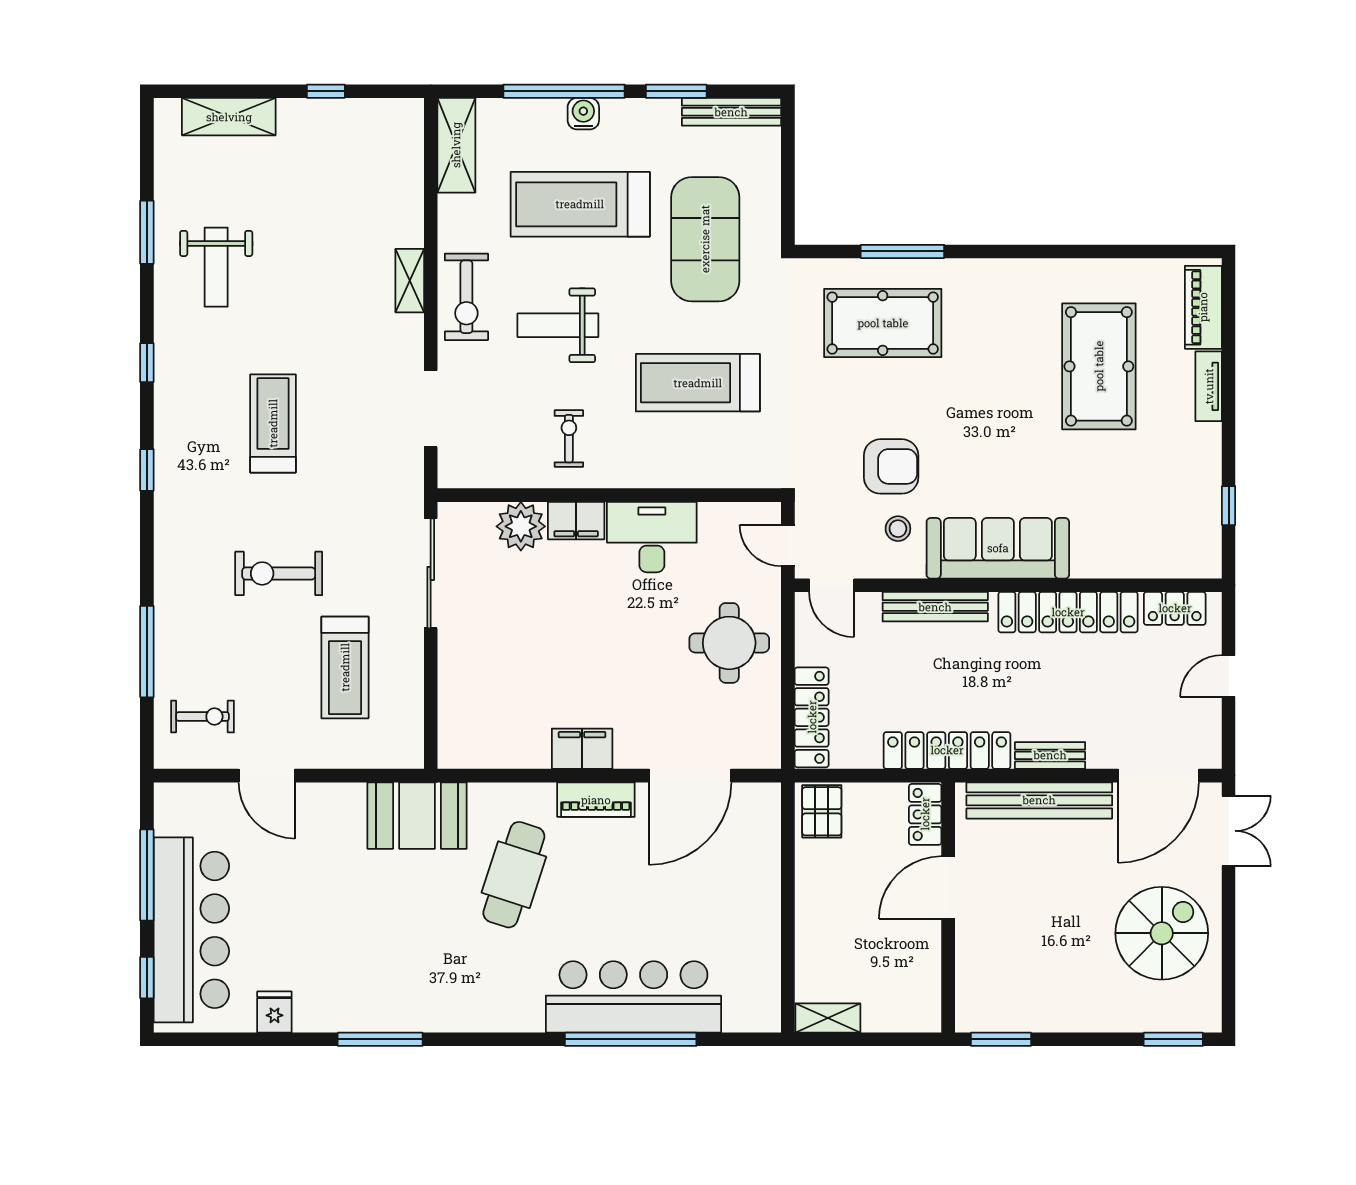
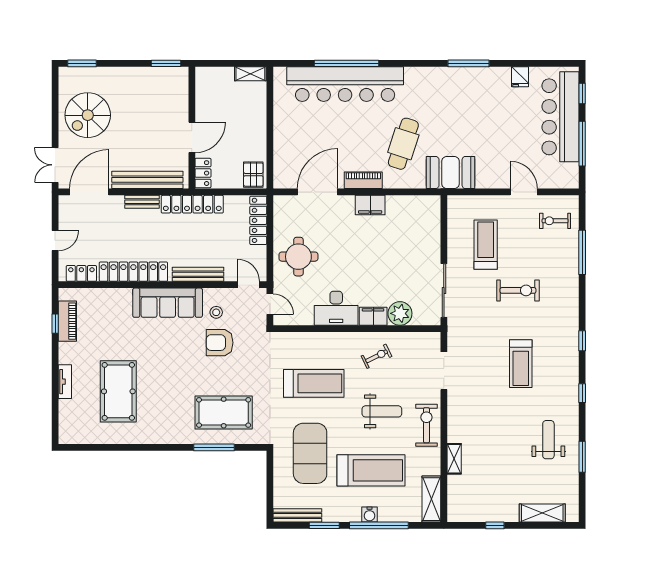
shelving: (410, 281) -> (454, 459), moved
piano: (1203, 307) -> (67, 321), moved
exercise bike: (569, 439) -> (377, 356), turned -116
bar counter: (633, 997) -> (345, 84), width x1.36

